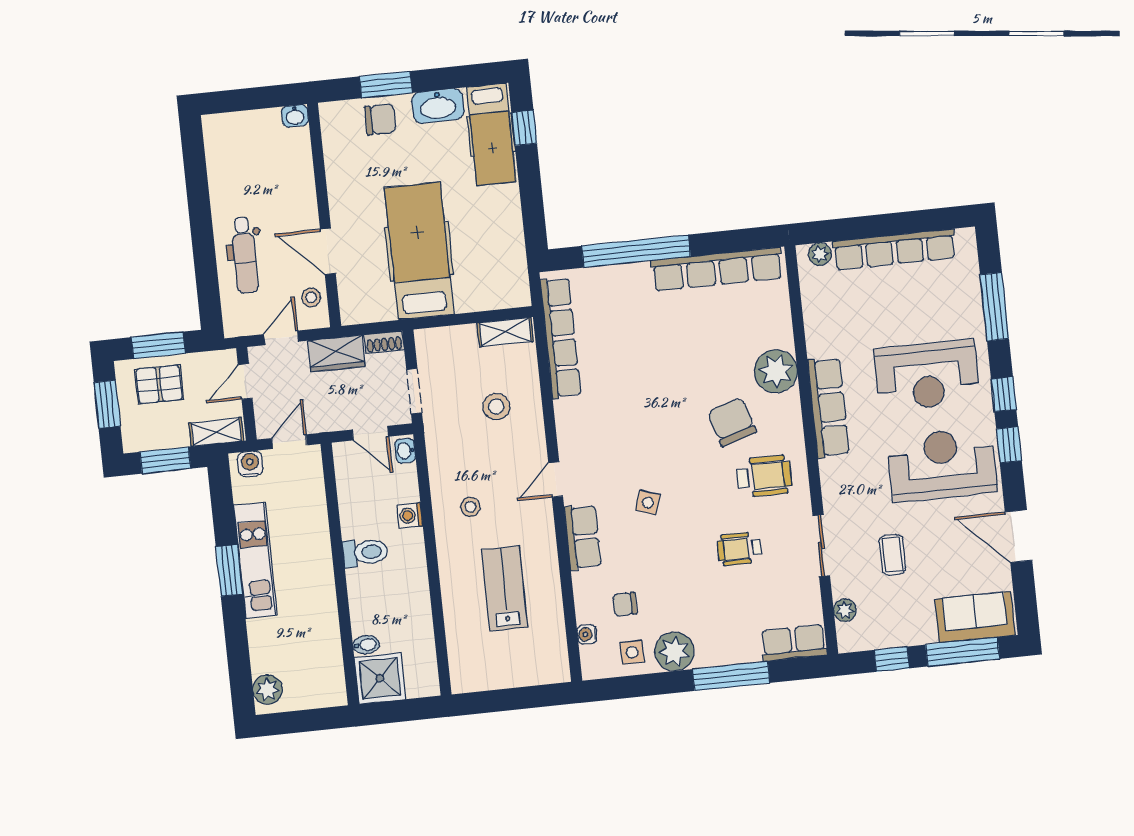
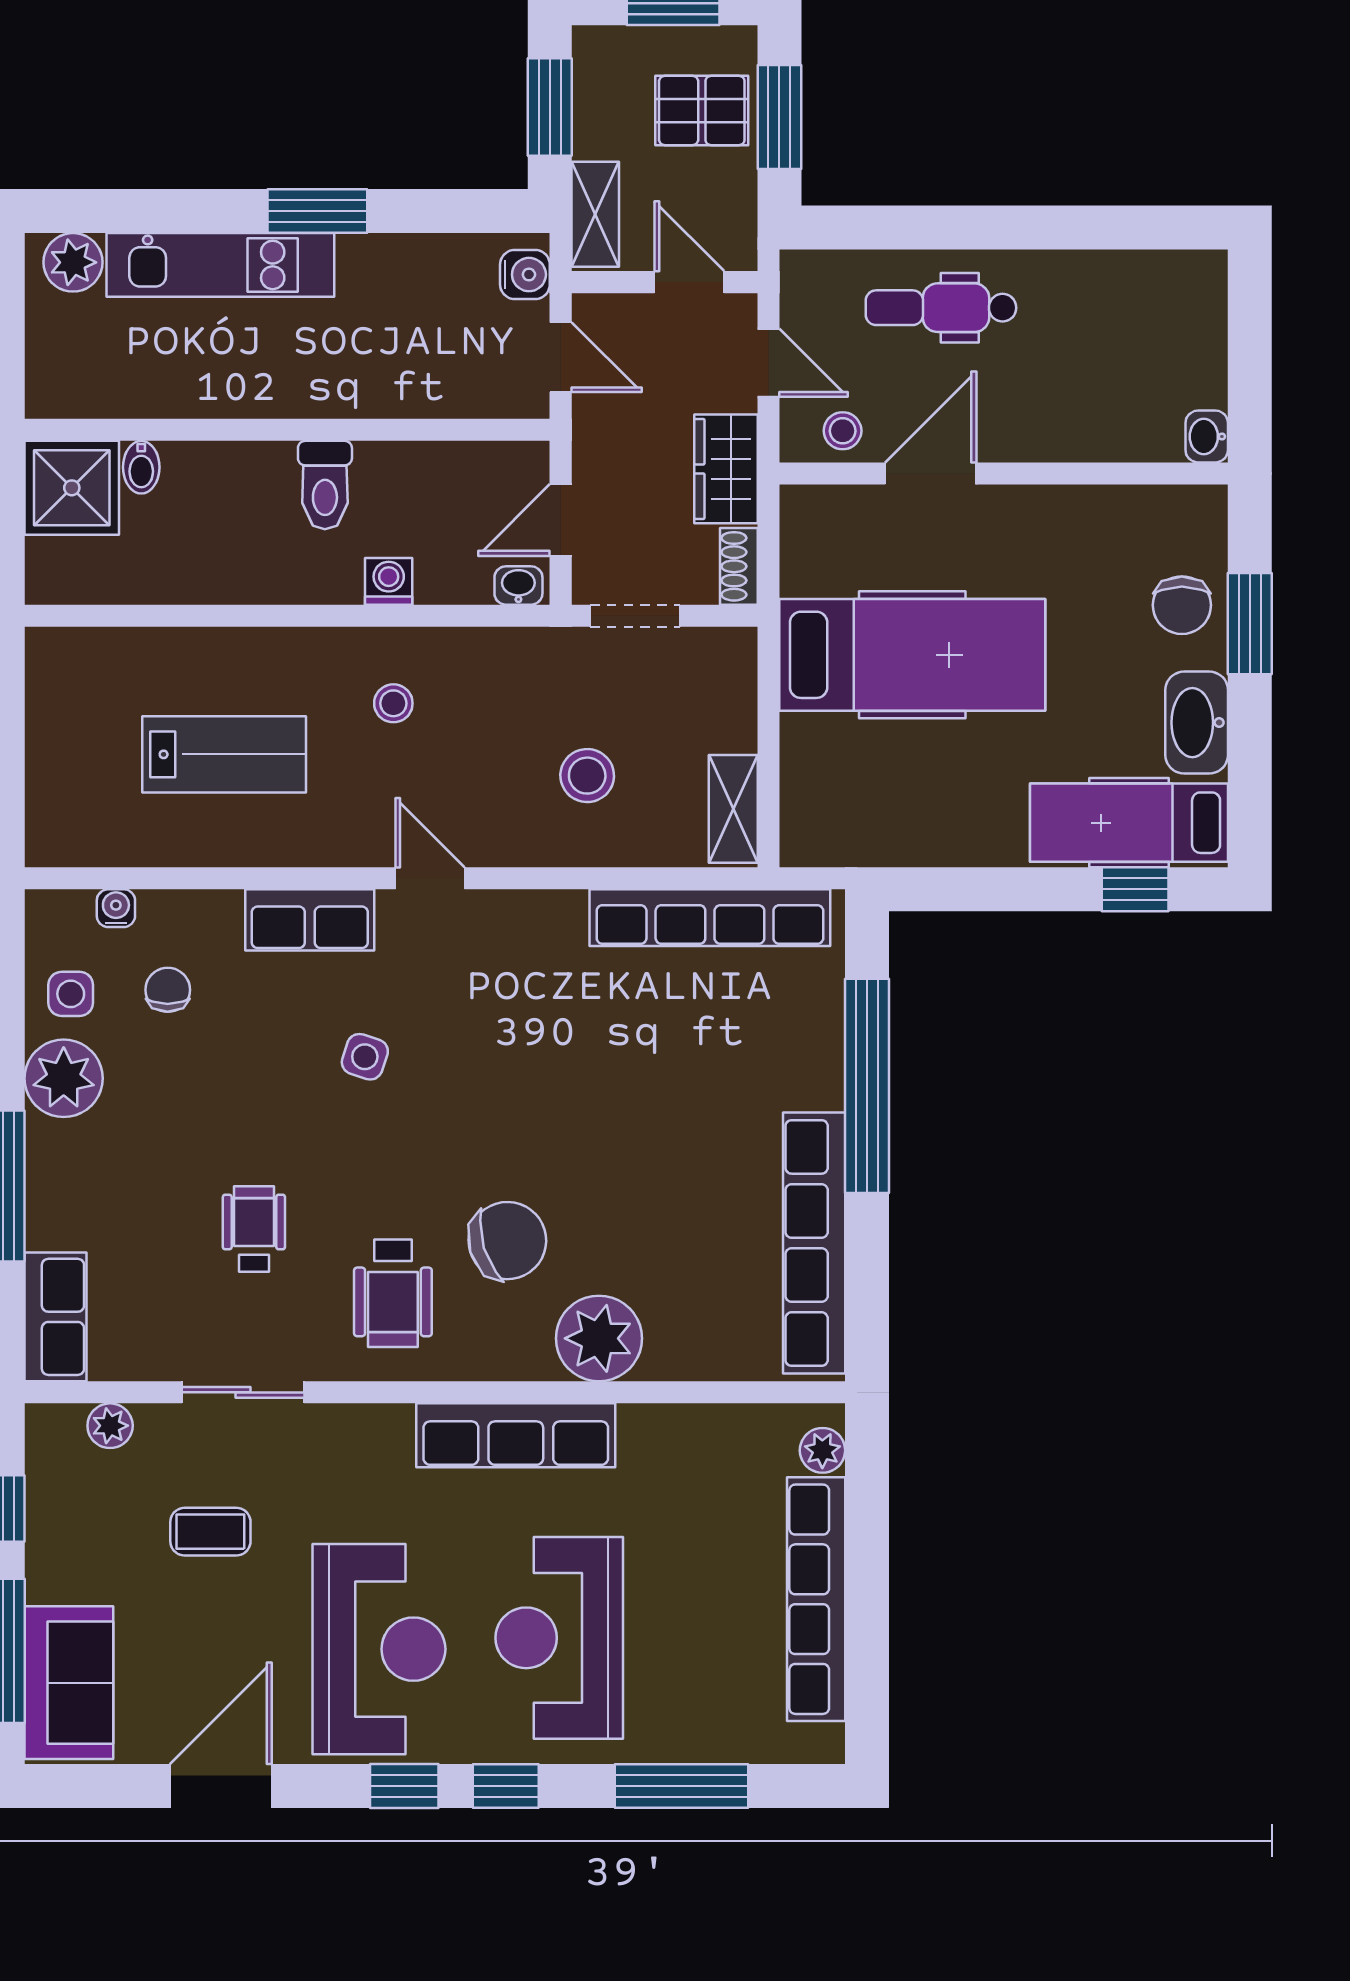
pallet: (159, 384) -> (702, 110), turned 90
kitchen unit: (255, 560) -> (220, 265), moved

